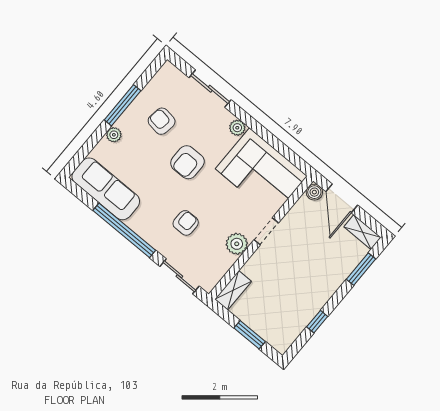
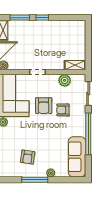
armchair: (187, 162) -> (44, 106), moved, turned 90
plant: (237, 244) -> (65, 80), moved
window: (317, 322) -> (42, 18), moved
window: (250, 335) -> (88, 42), removed

